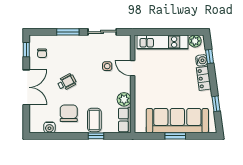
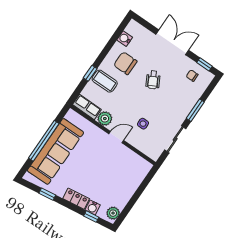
kitchen unit: (162, 42) -> (131, 185), removed
door: (133, 68) -> (116, 137), moved
double door: (26, 87) -> (172, 42), swing flipped
chair: (69, 113) -> (125, 63), turned 180
window: (175, 136) -> (44, 141), width x2.11

